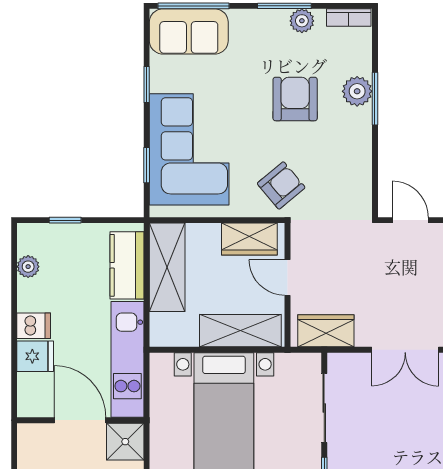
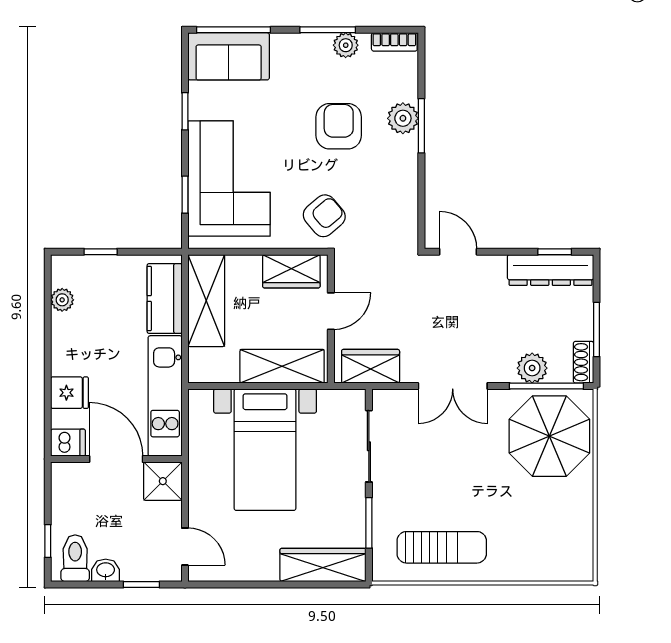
door: (288, 277) -> (331, 311), swing flipped
dishwasher: (34, 326) -> (68, 443), moved

